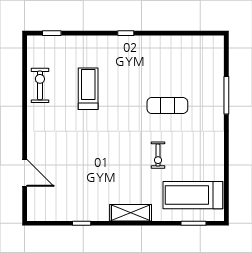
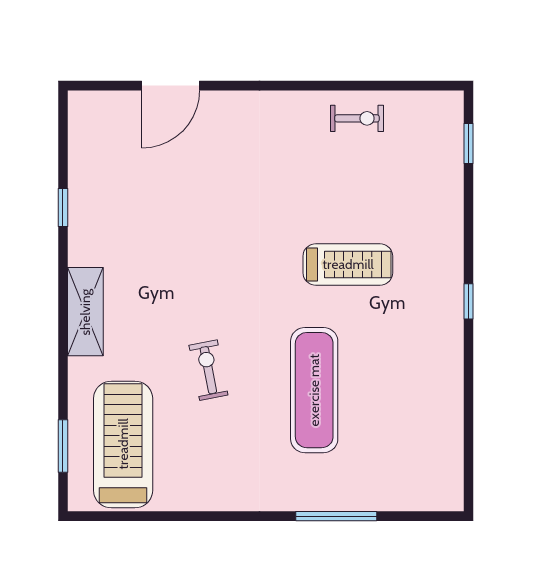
exercise bike: (40, 85) -> (357, 118), width x0.73, depth x0.72
treadmill: (88, 89) -> (348, 264), moved
exercise mat: (167, 106) -> (314, 390), width x1.36, depth x1.45
exercise bike: (158, 155) -> (208, 370), turned 79

